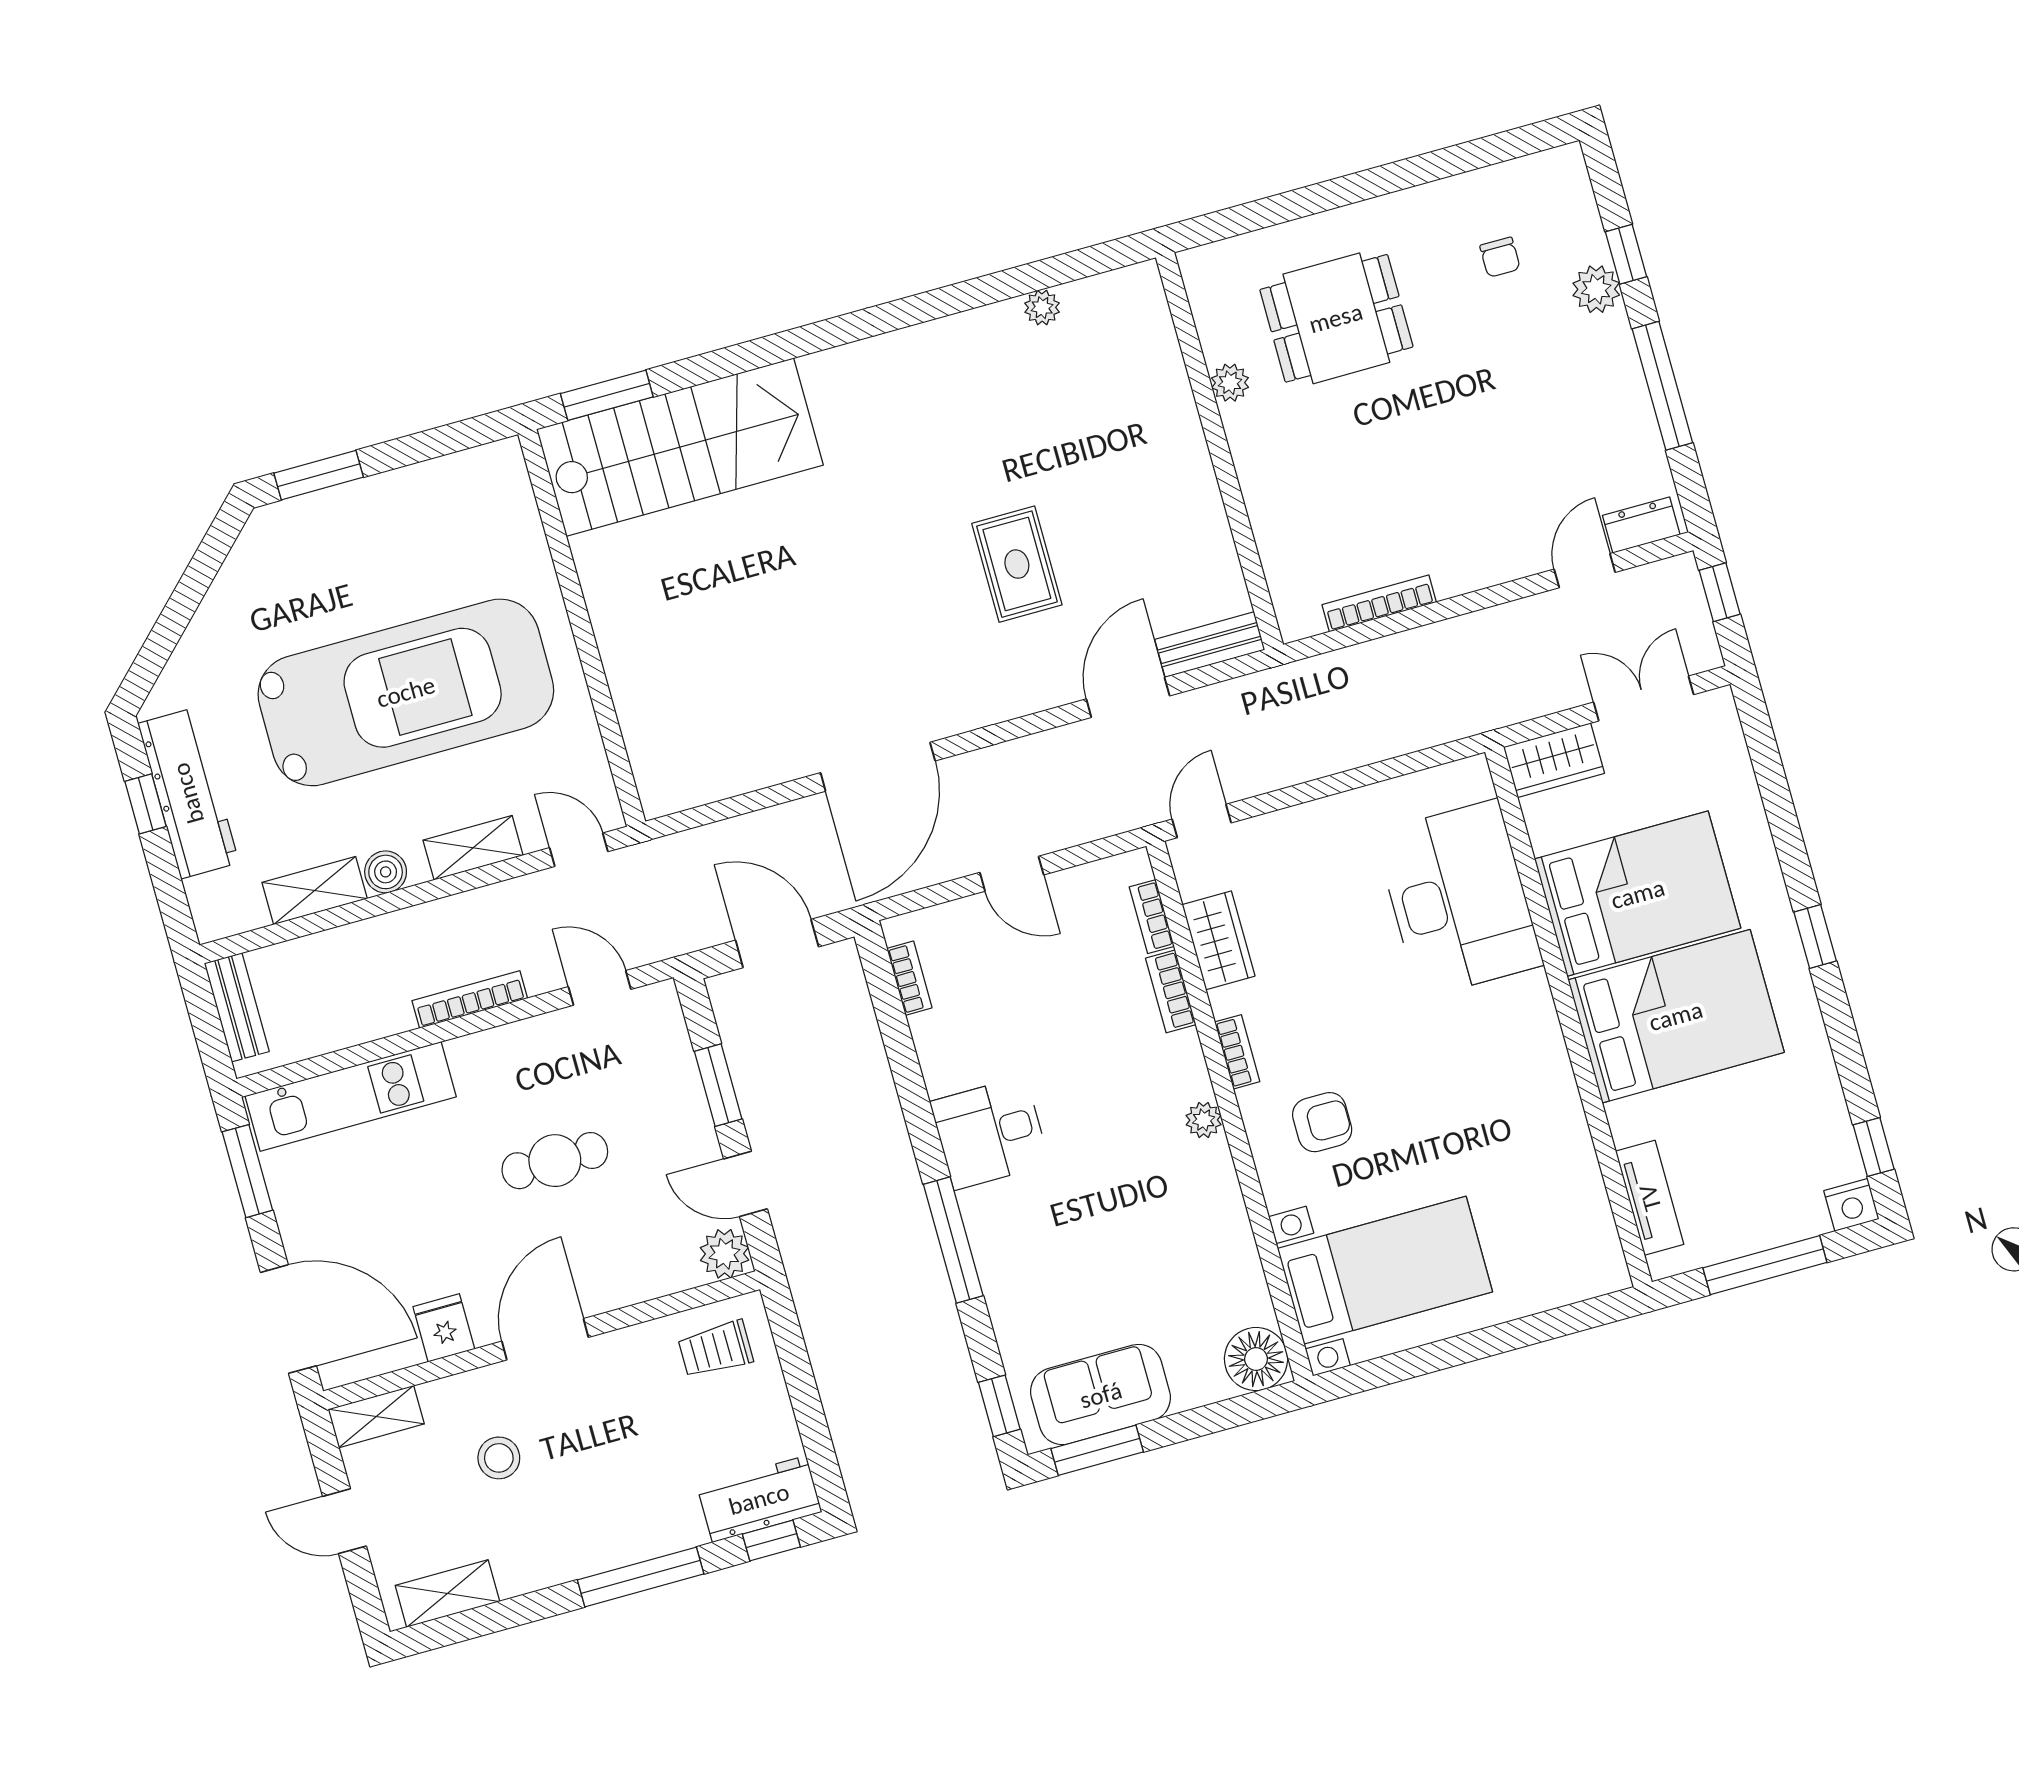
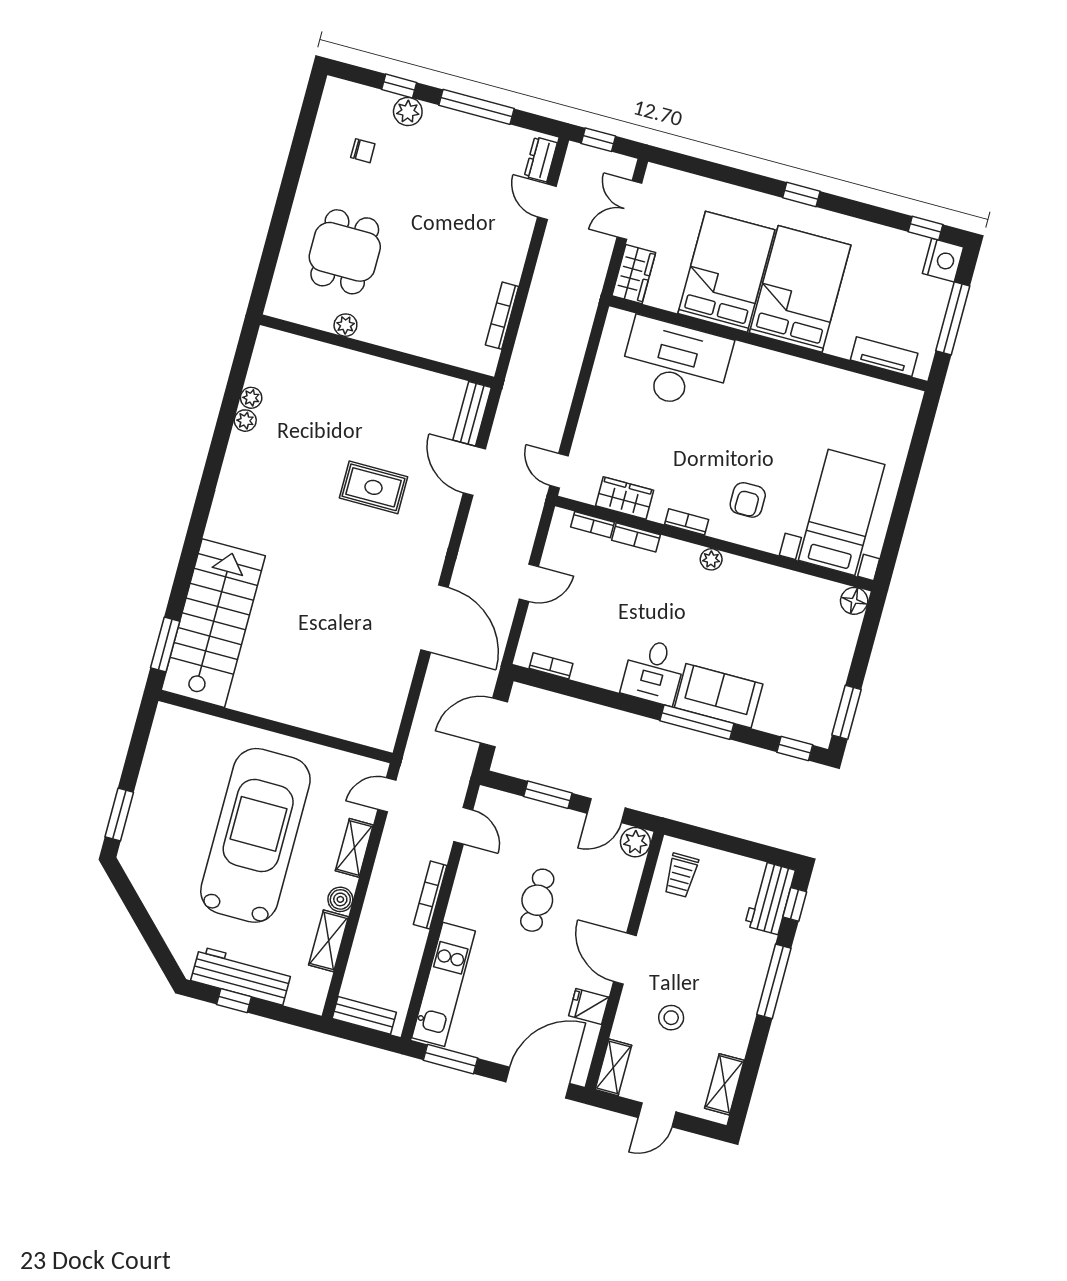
plant: (1004, 319) -> (245, 421), added
door: (600, 988) -> (463, 826), swing flipped
armchair: (1322, 1122) -> (748, 500), turned 180
nightstand: (1851, 1205) -> (943, 260), width x1.36, depth x1.33
floor lamp: (1256, 1359) -> (854, 601), width x0.73, depth x0.73
sofa: (1101, 1395) -> (719, 696), moved, turned 90

